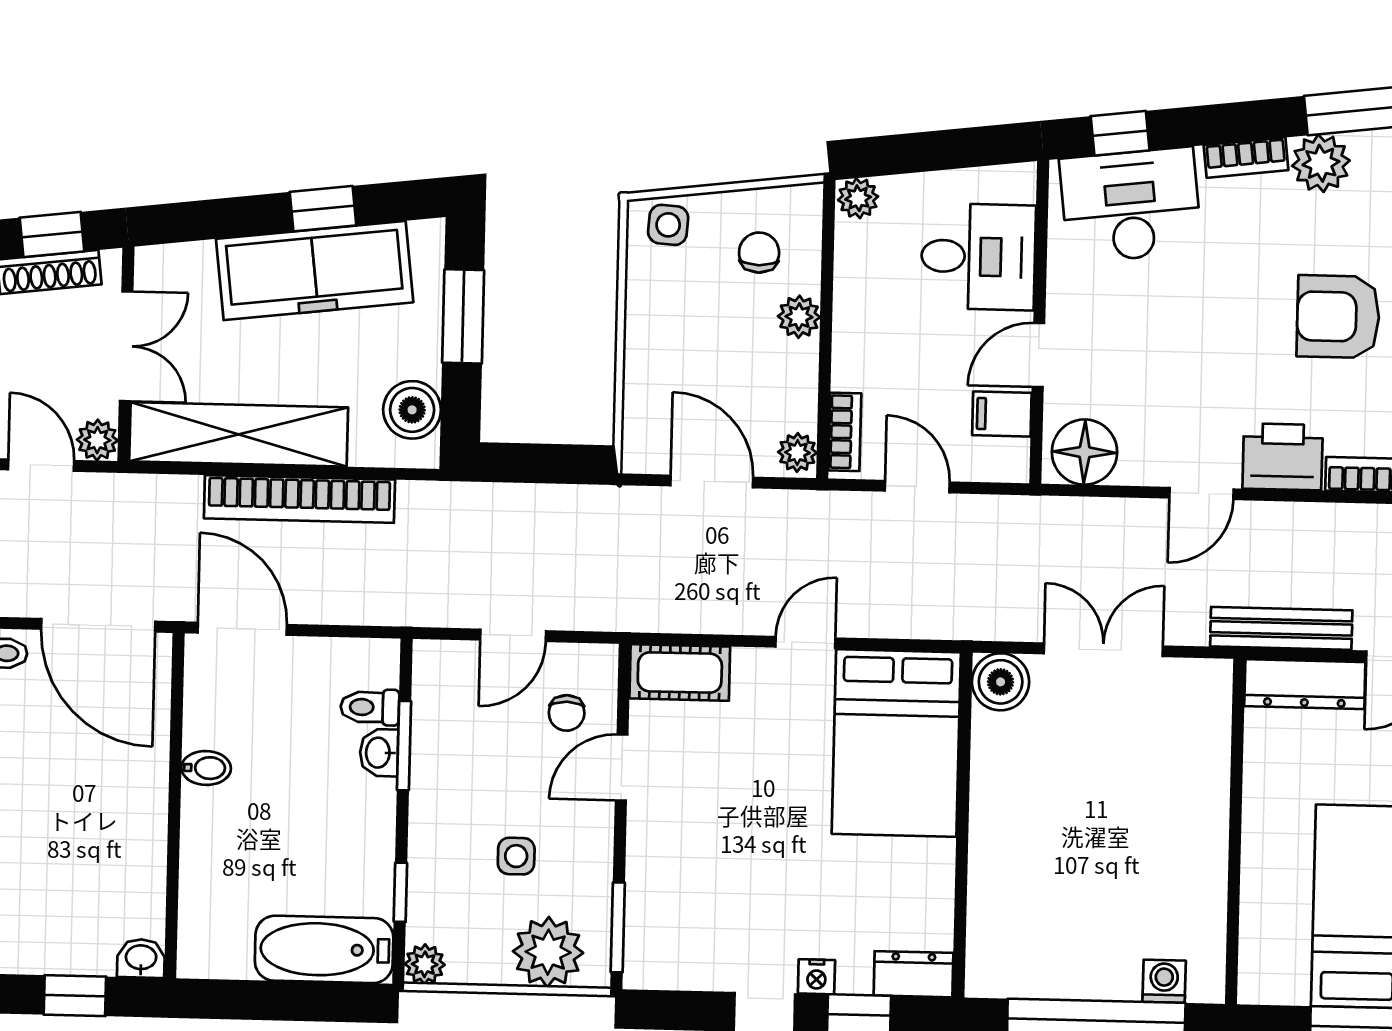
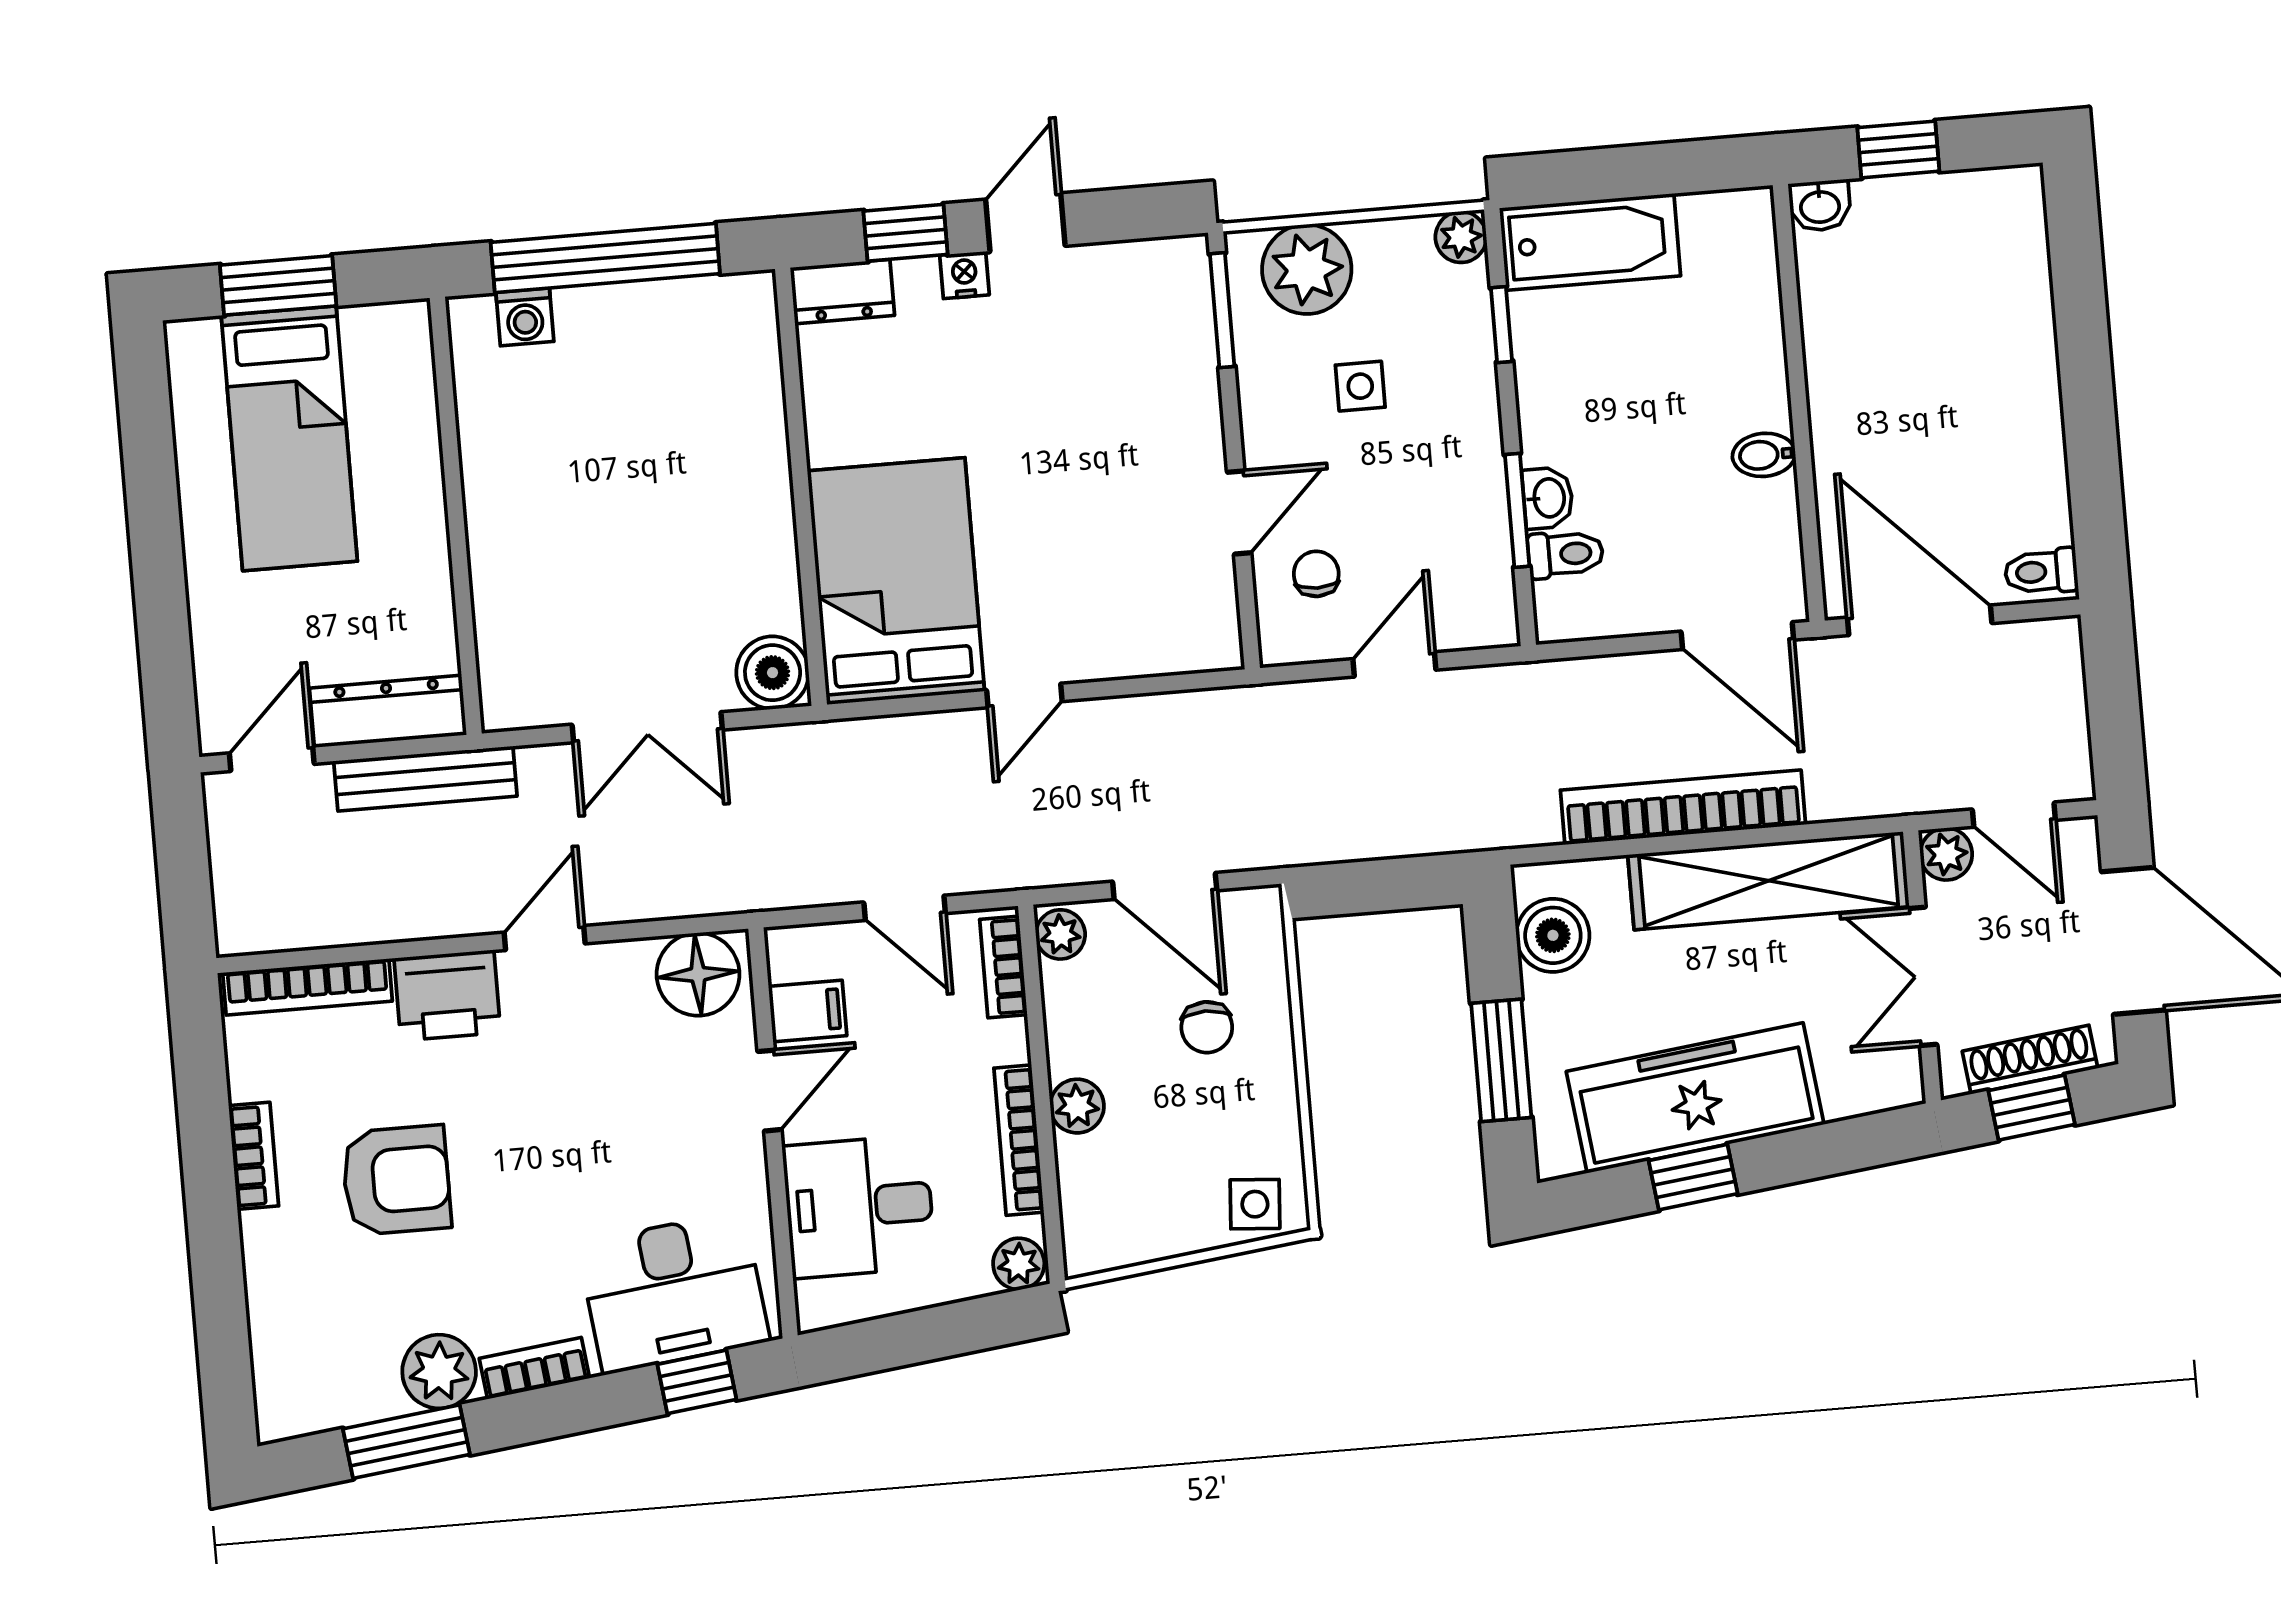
chair: (759, 253) -> (1207, 1027), moved
bookcase: (848, 295) -> (1019, 1140), added
cot: (680, 673) -> (1179, 640), removed

